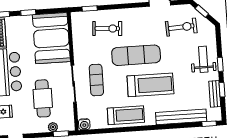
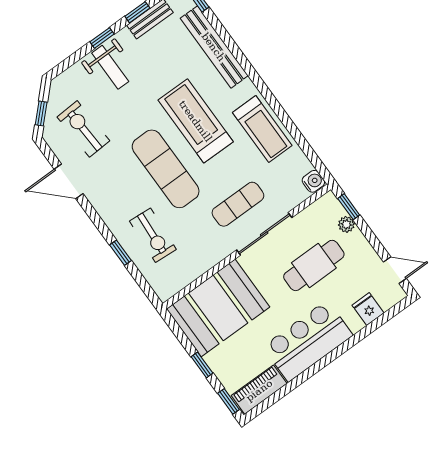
window: (90, 8) -> (120, 253), moved
exercise bike: (107, 29) -> (153, 235), turned 180
weight bench: (203, 59) -> (110, 67), turned -90
treadmill: (126, 115) -> (262, 129), turned 180

